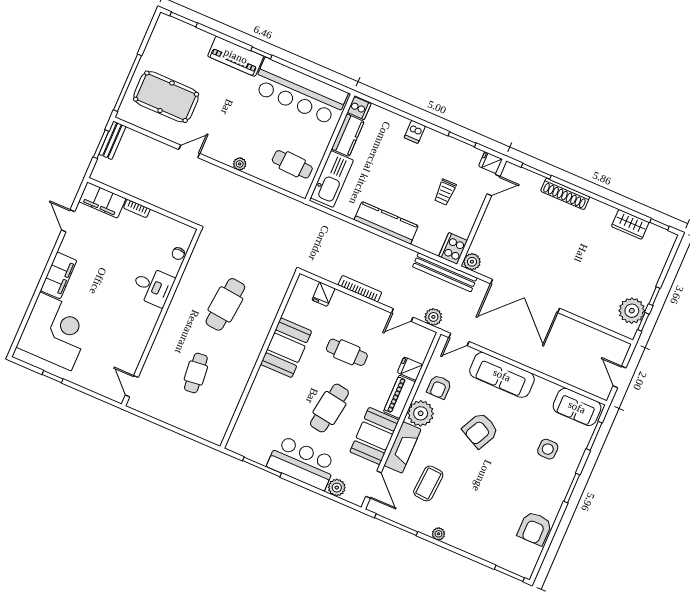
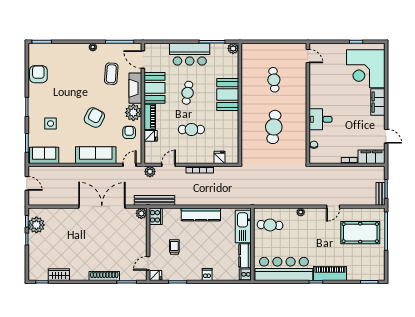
booth: (286, 348) -> (228, 95), moved
cafe table: (329, 408) -> (188, 93), width x0.73, depth x0.74
plant: (337, 488) -> (233, 48), moved

